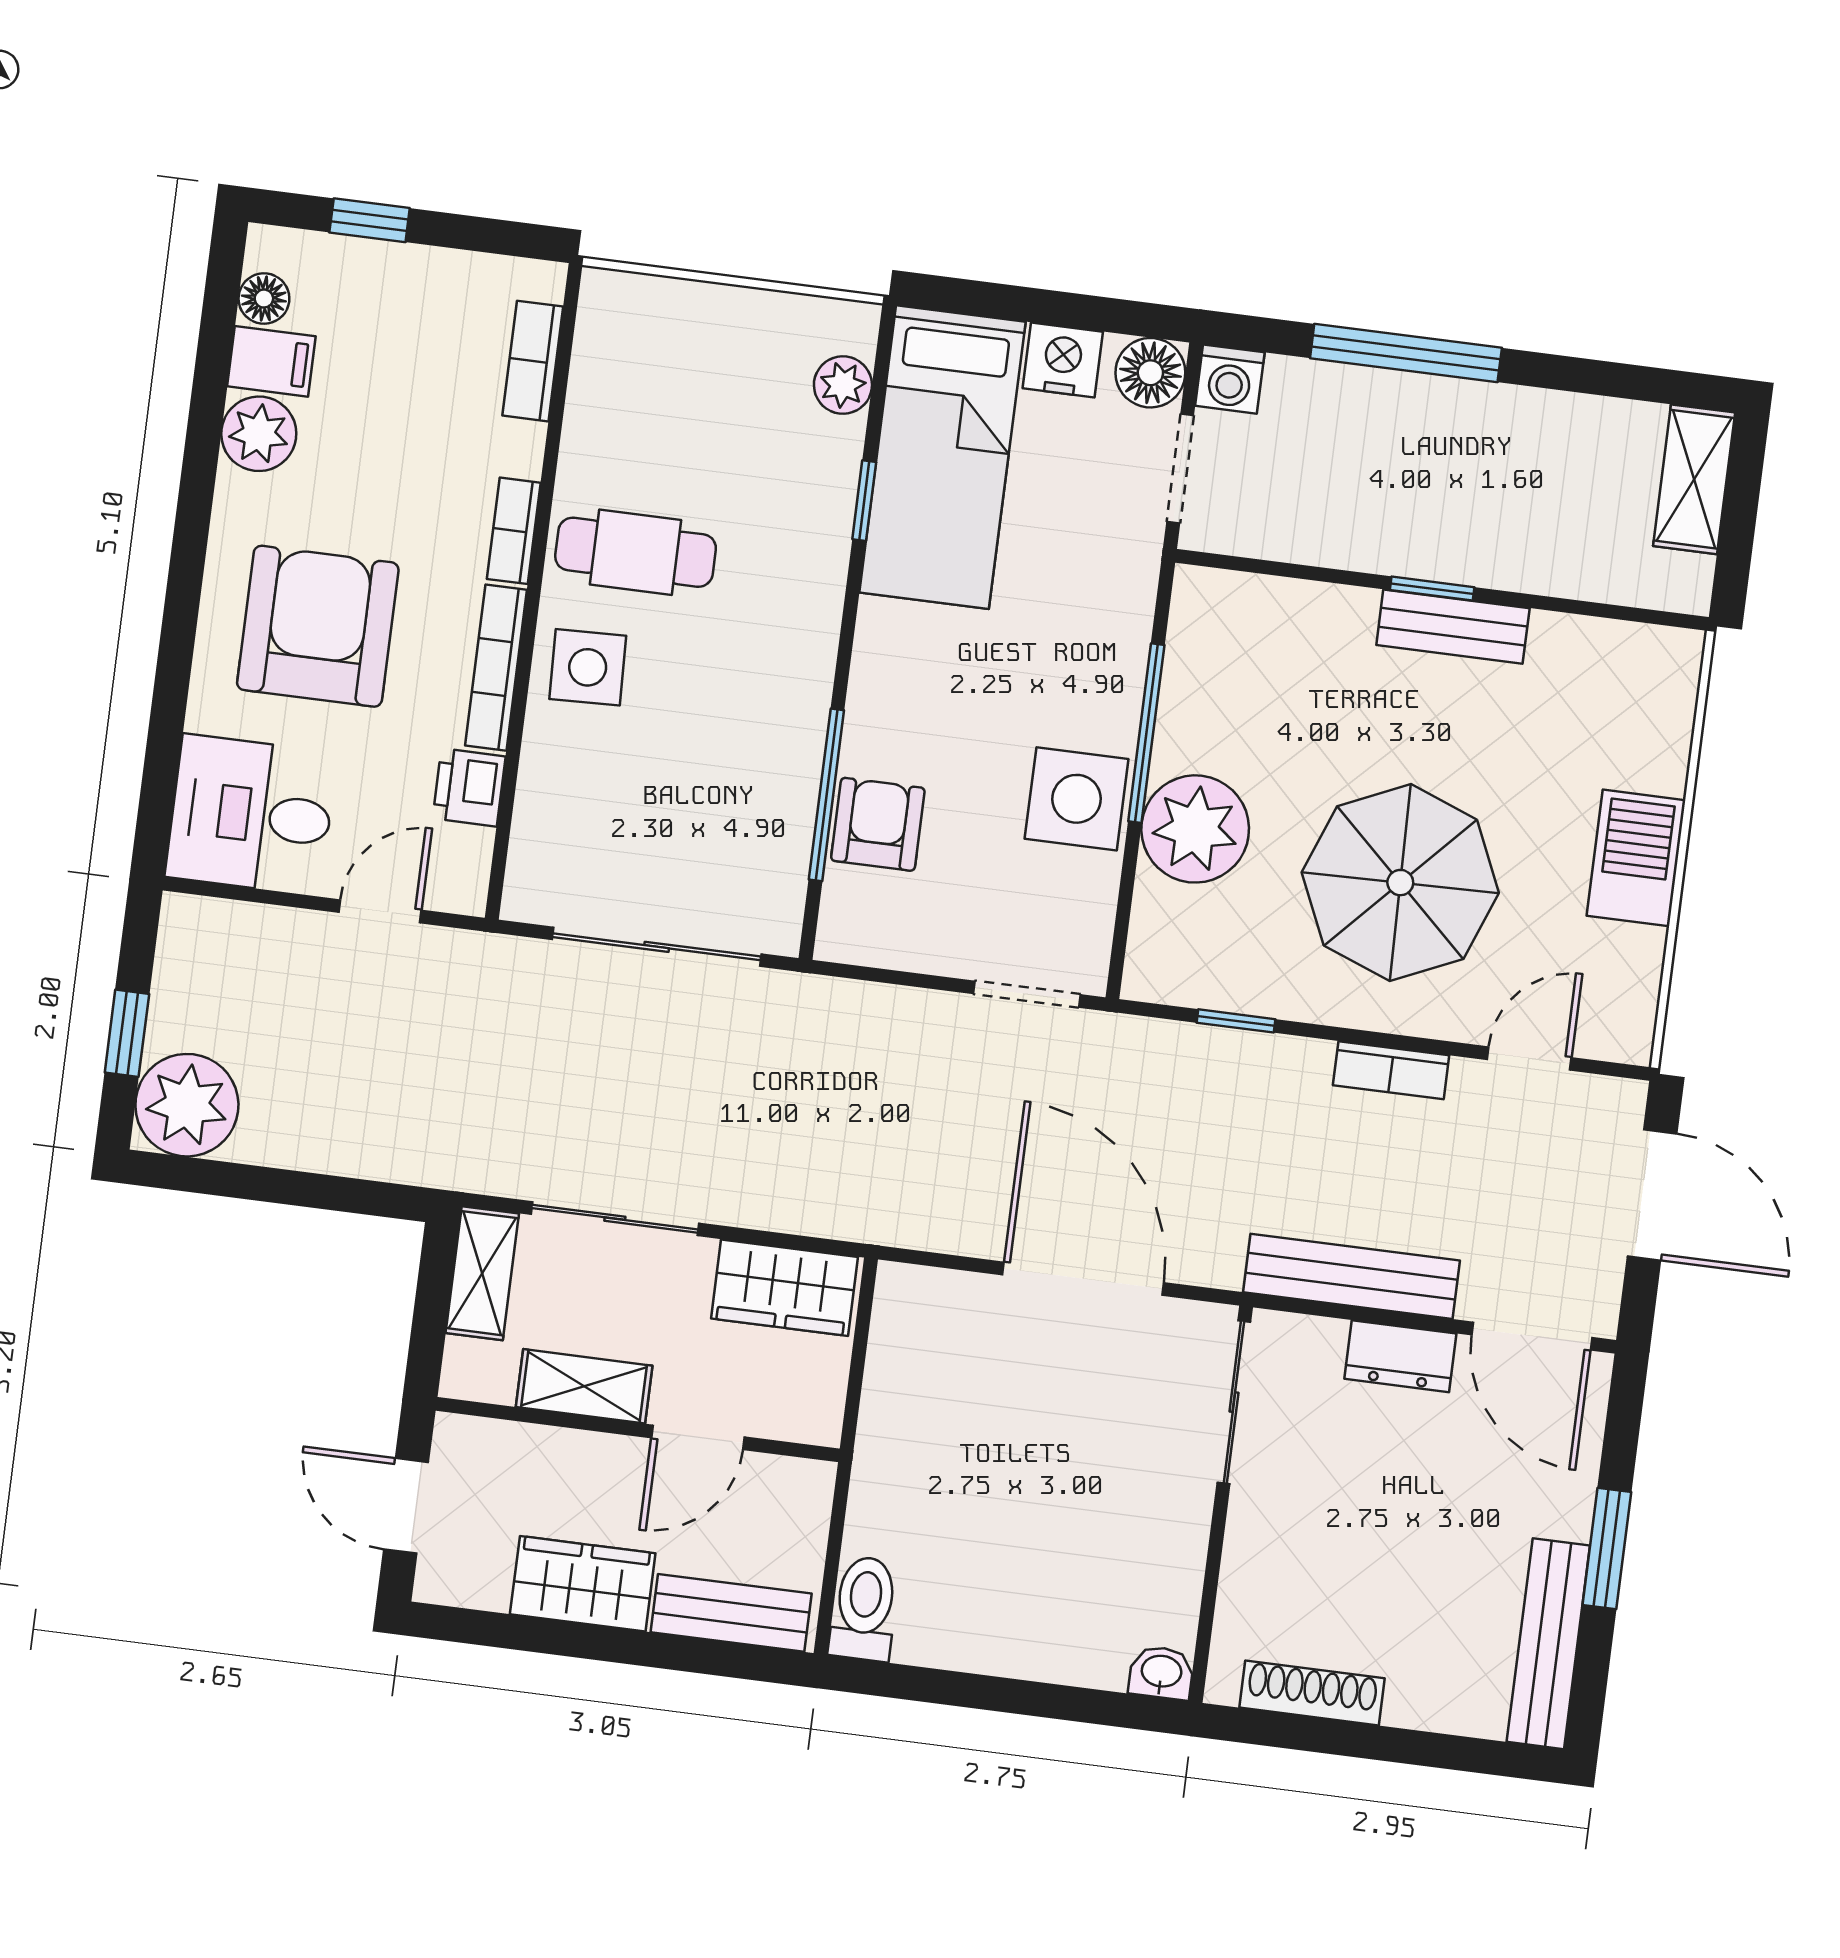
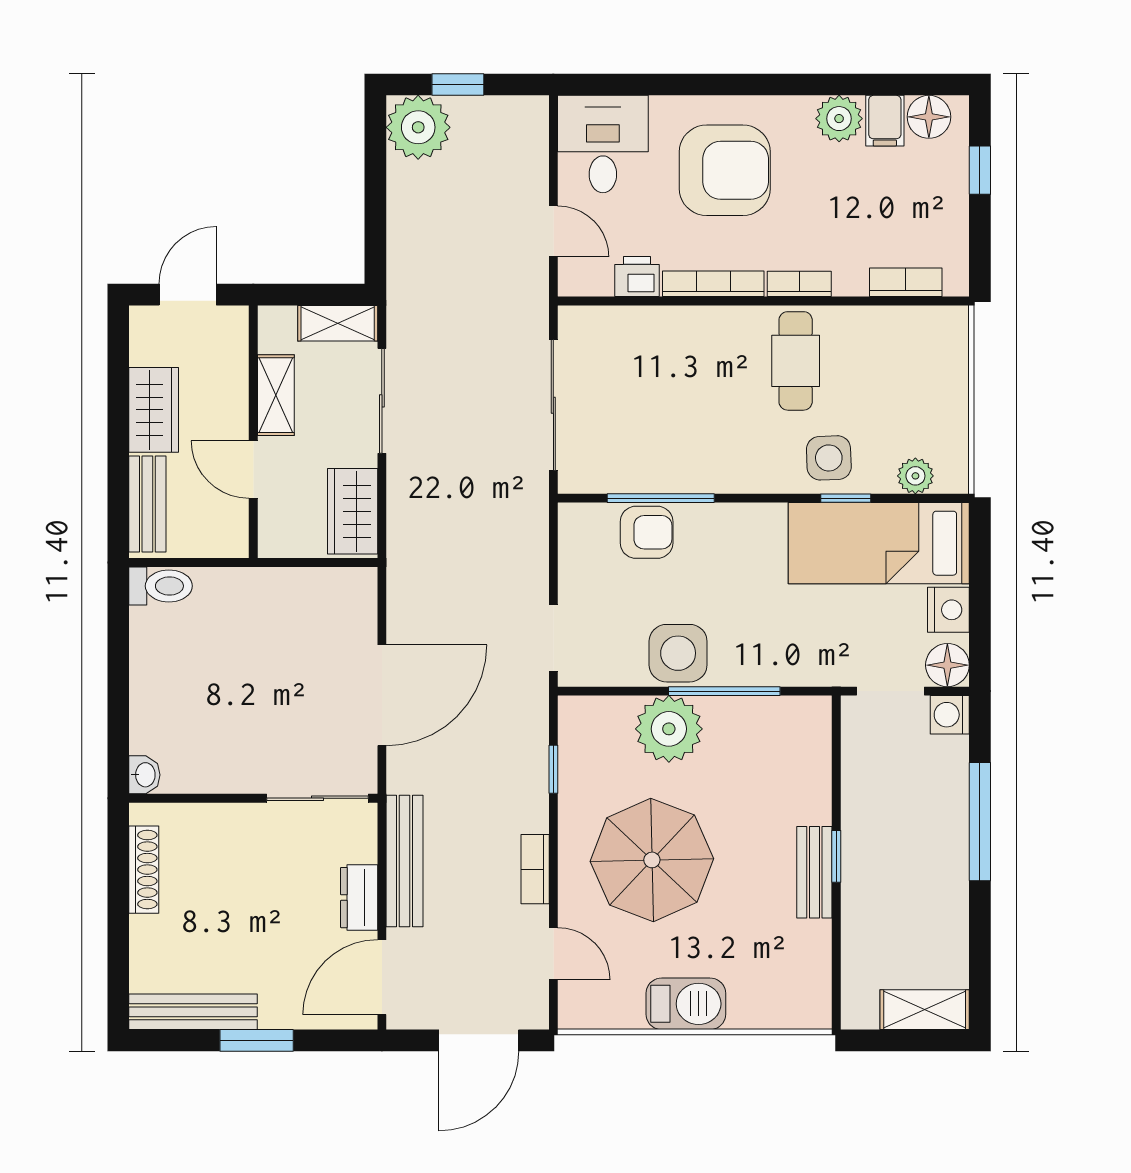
floor lamp: (264, 299) -> (929, 117), width x1.37, depth x1.37
side table: (588, 667) -> (829, 458), moved

